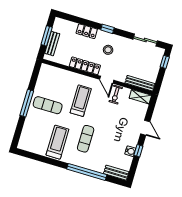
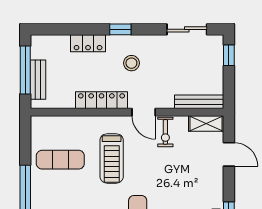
window: (47, 36) -> (25, 70), width x1.44
treadmill: (81, 101) -> (112, 158), turned 180
exercise mat: (48, 105) -> (60, 160), moved
door: (145, 128) -> (229, 154), moved

